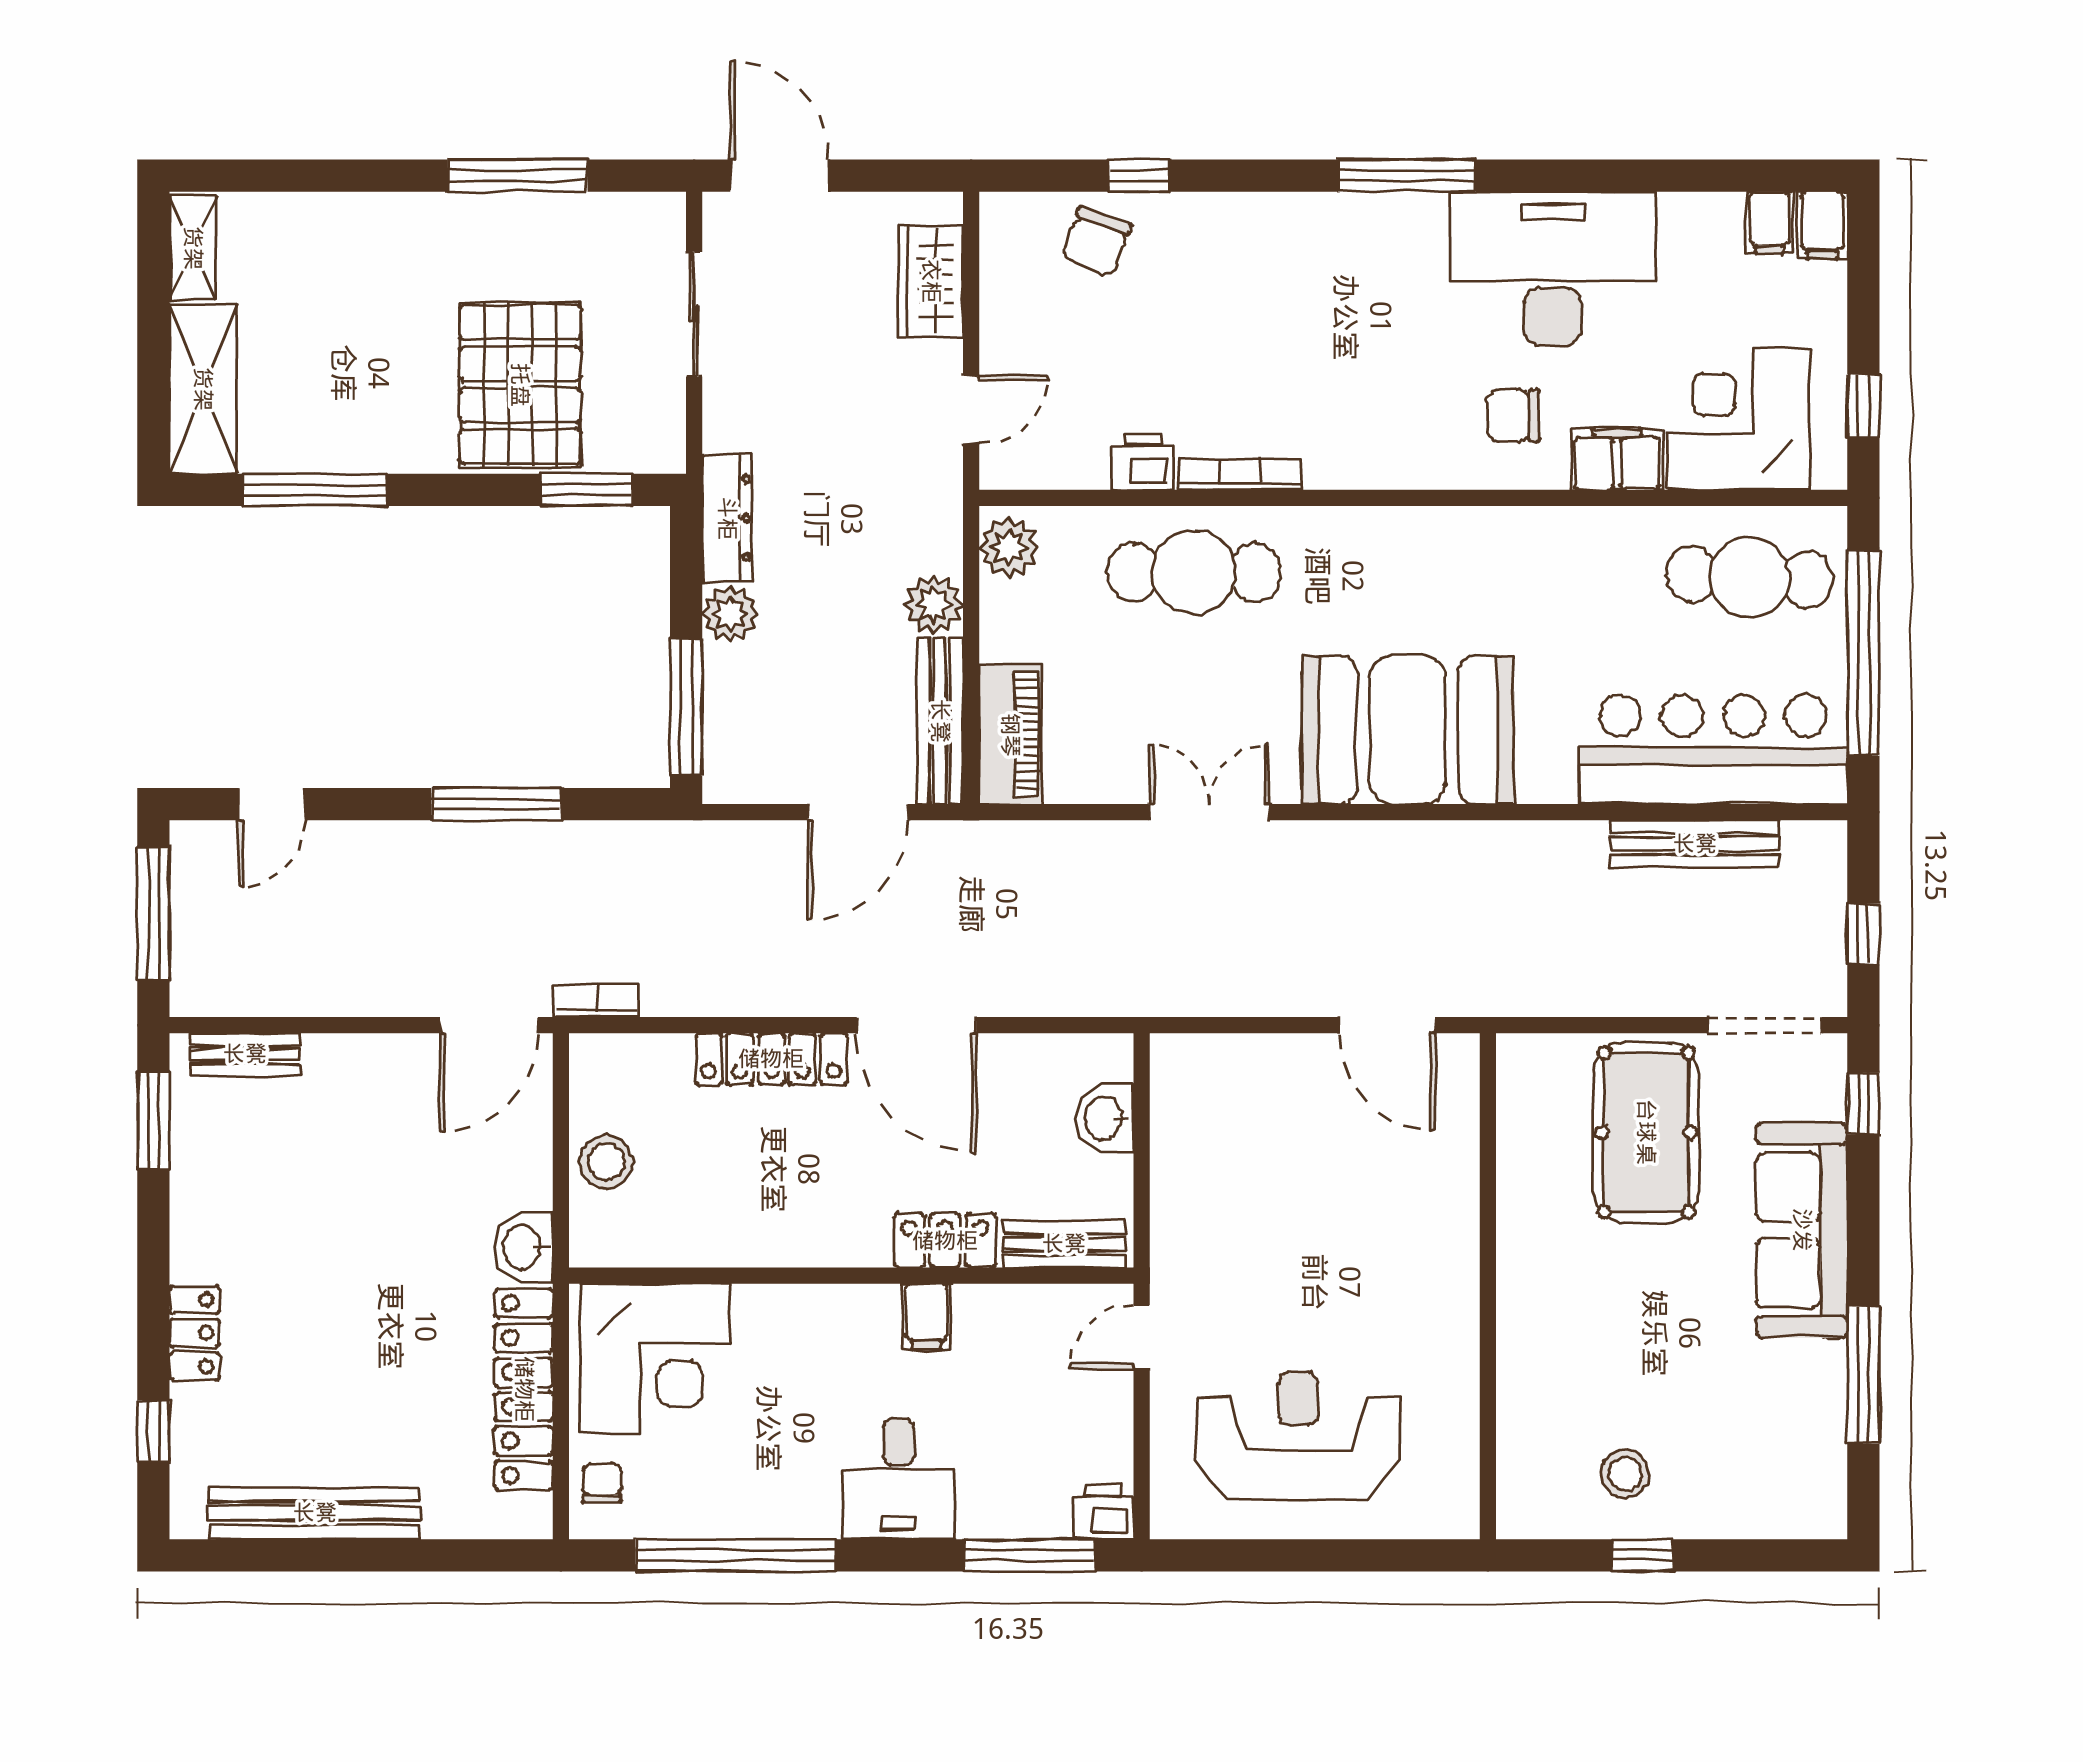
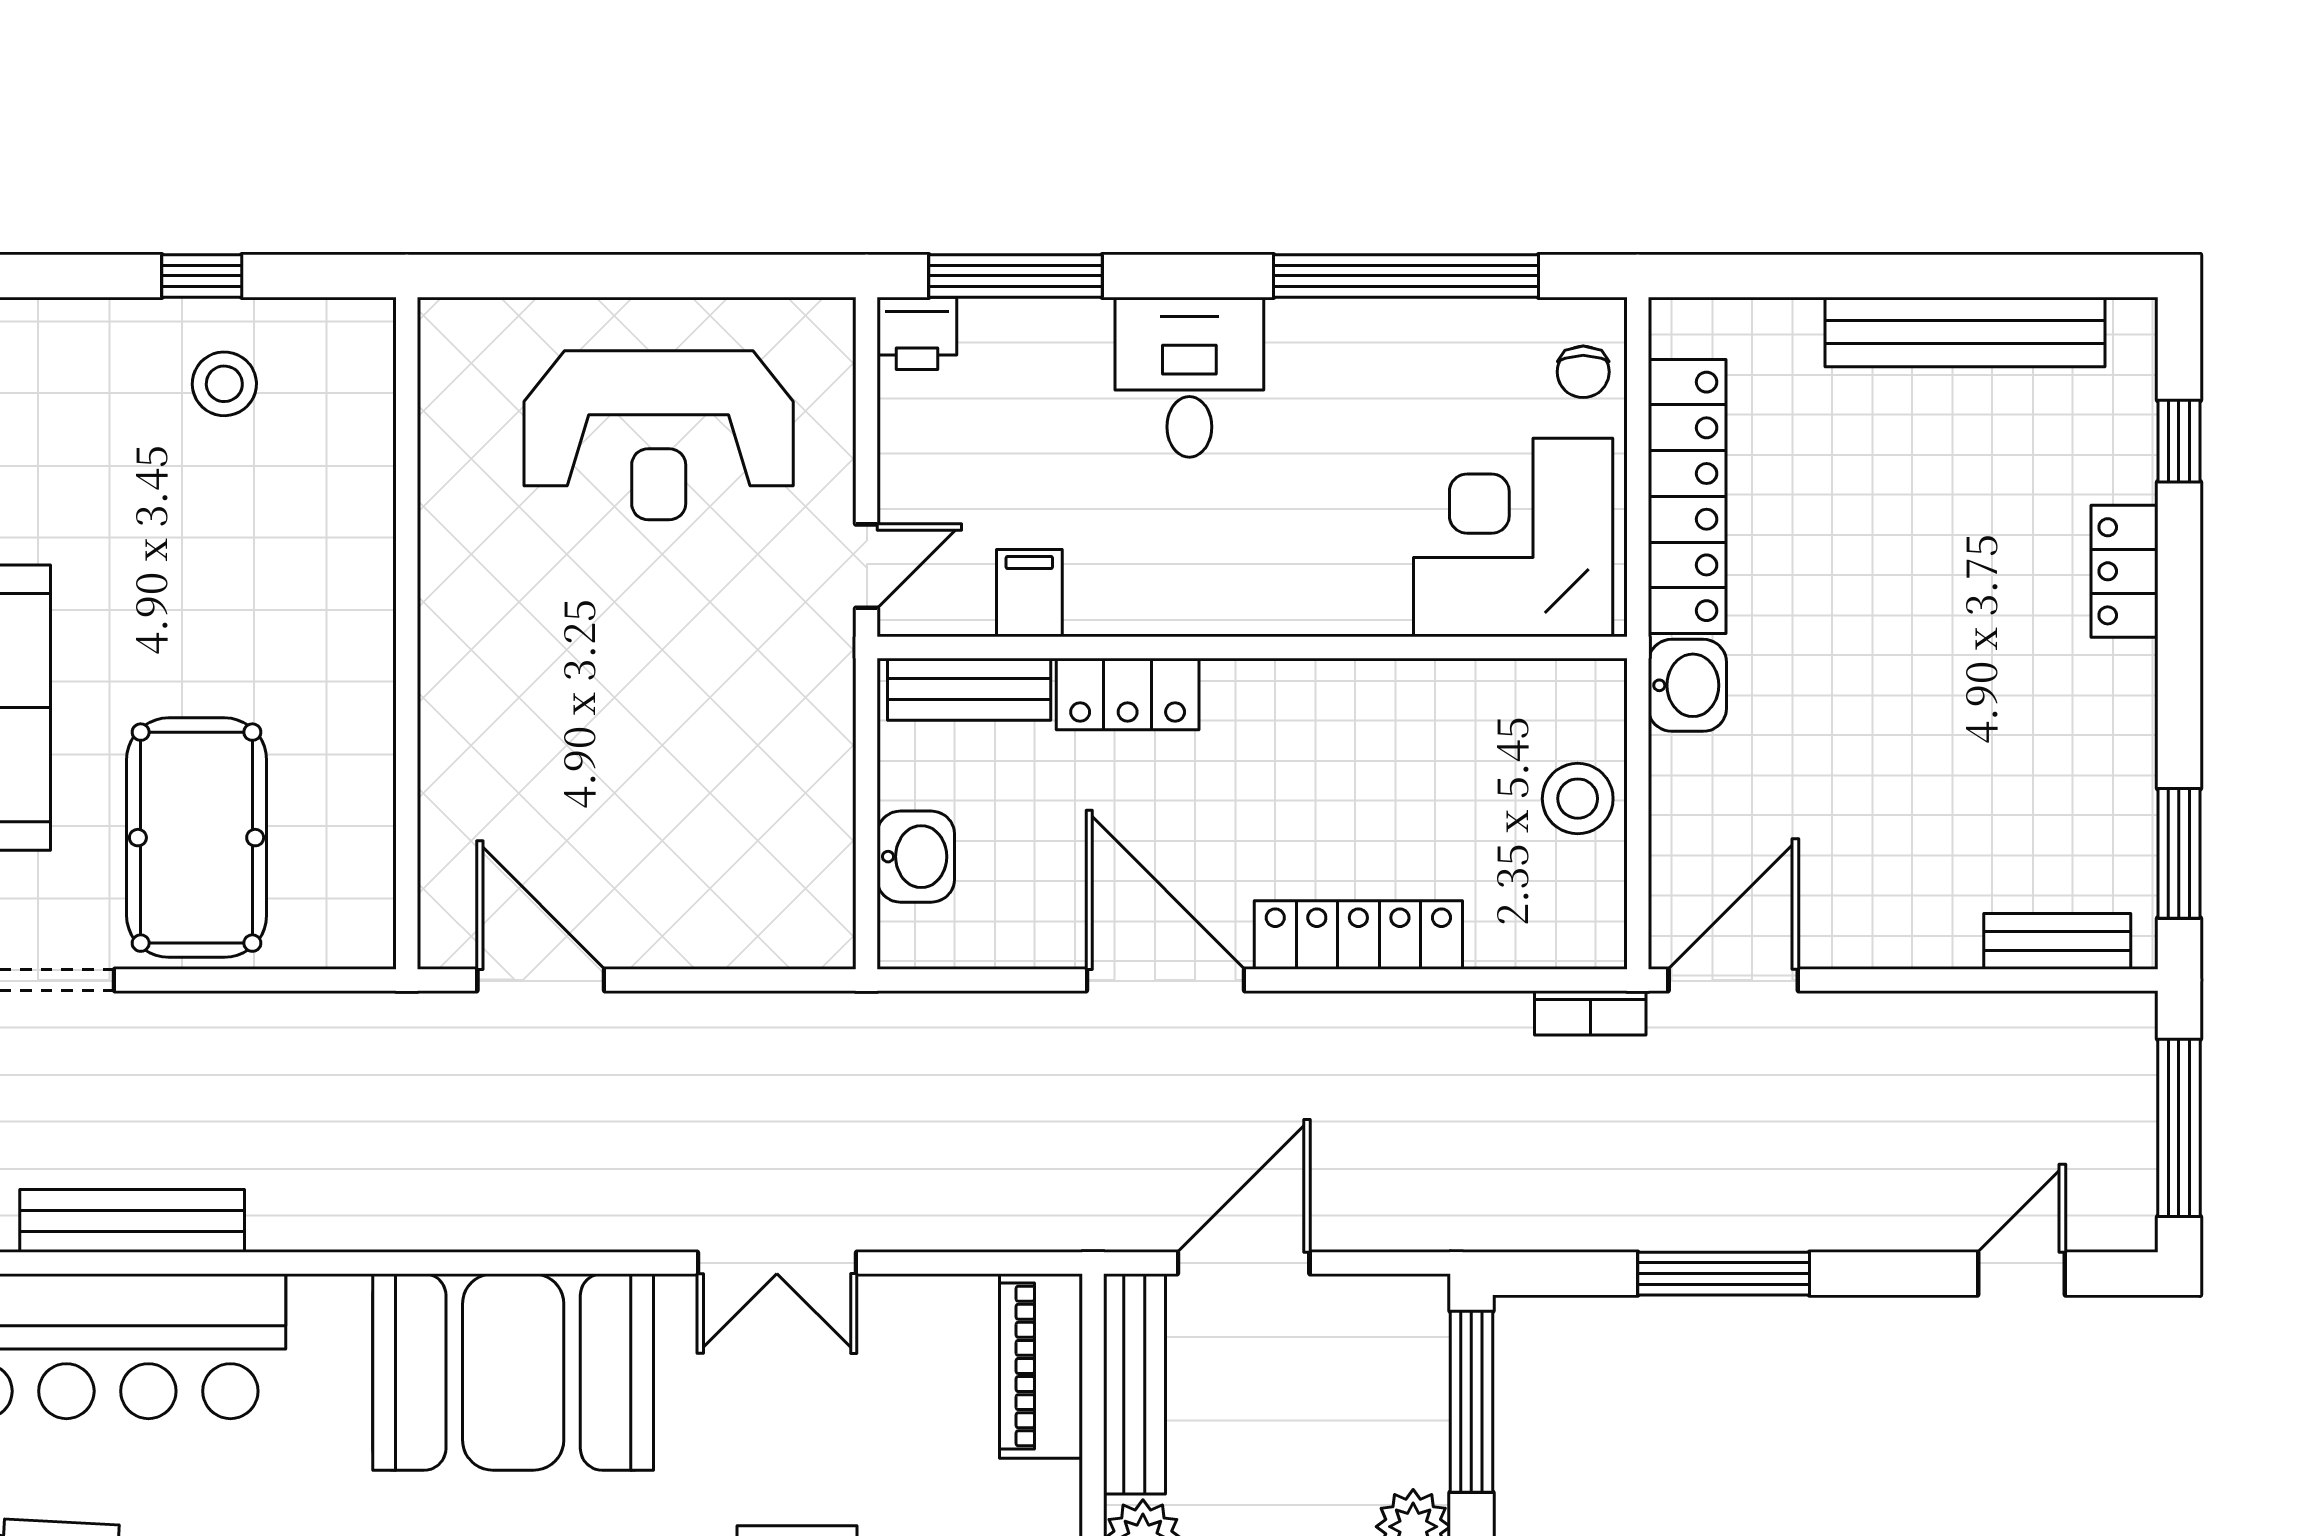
filing cabinet: (927, 1317) -> (1029, 593), moved

